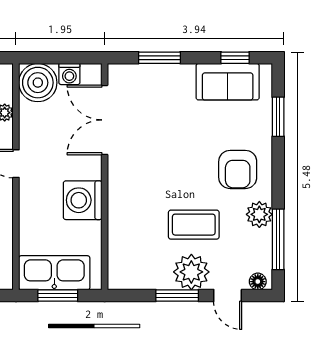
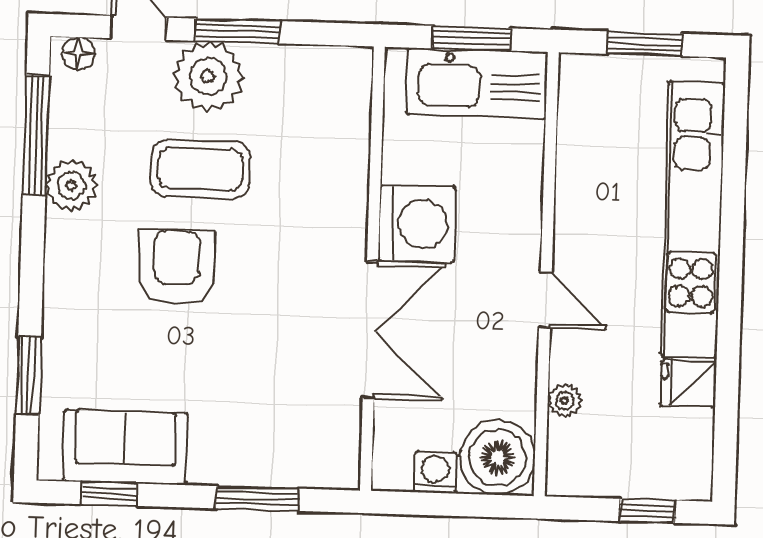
double door: (105, 120) -> (370, 330), moved
armchair: (238, 169) -> (177, 268), moved

